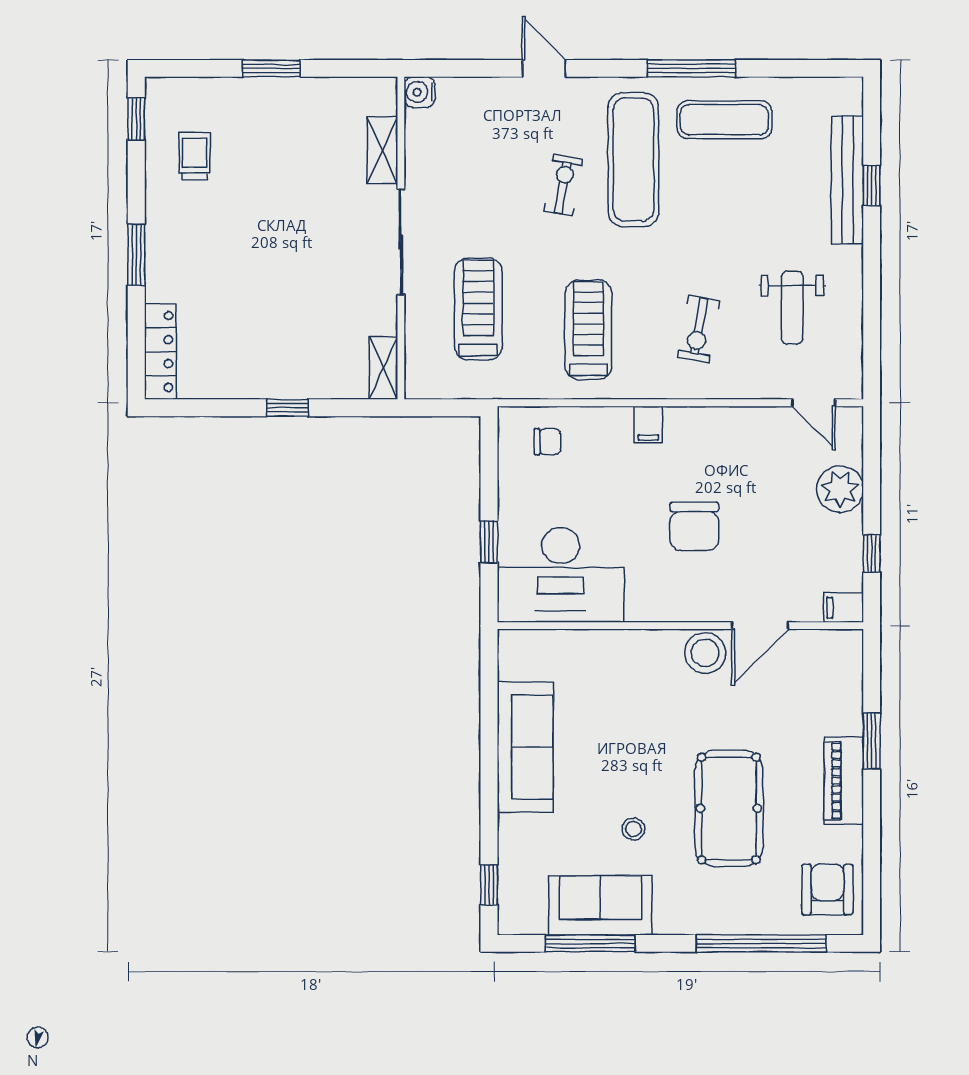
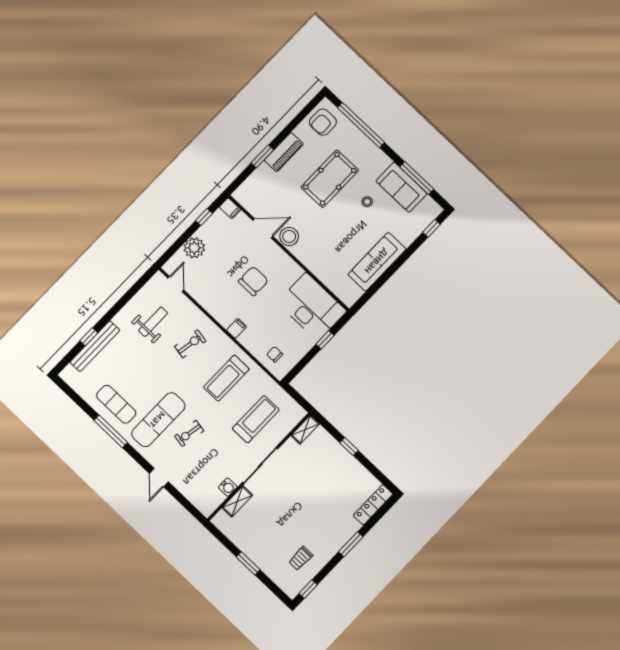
water cooler: (420, 92) -> (228, 487), moved
treadmill: (478, 309) -> (256, 419), turned 180

